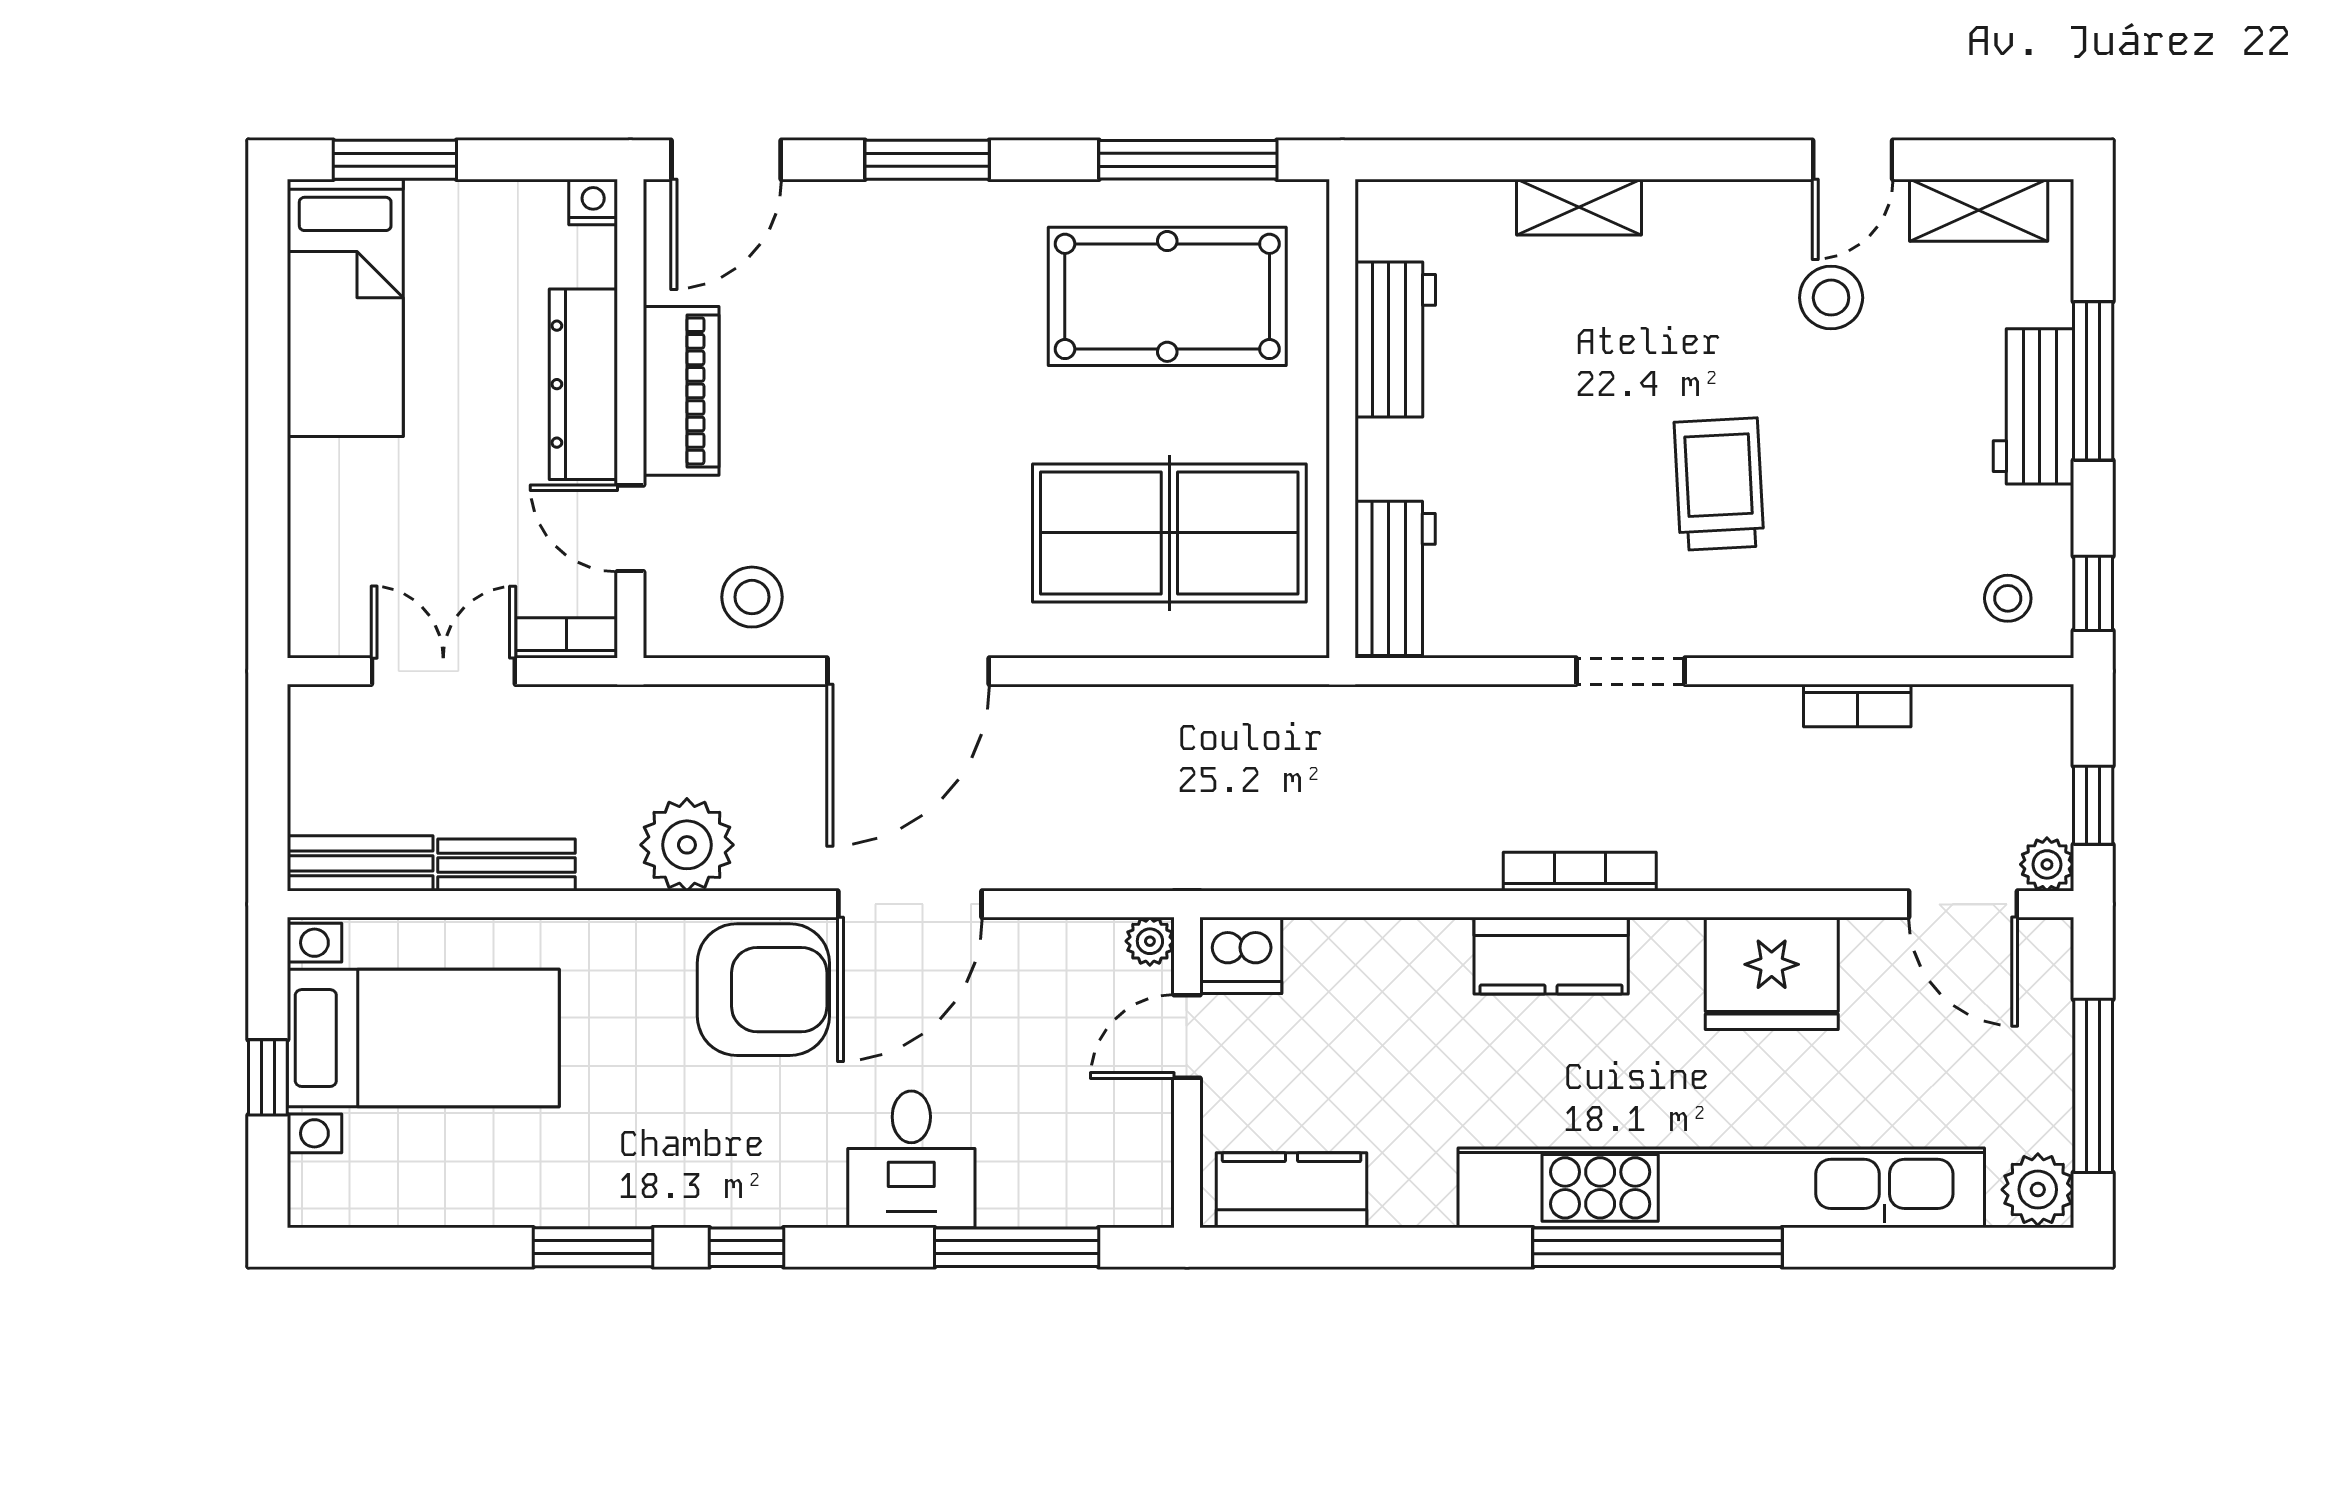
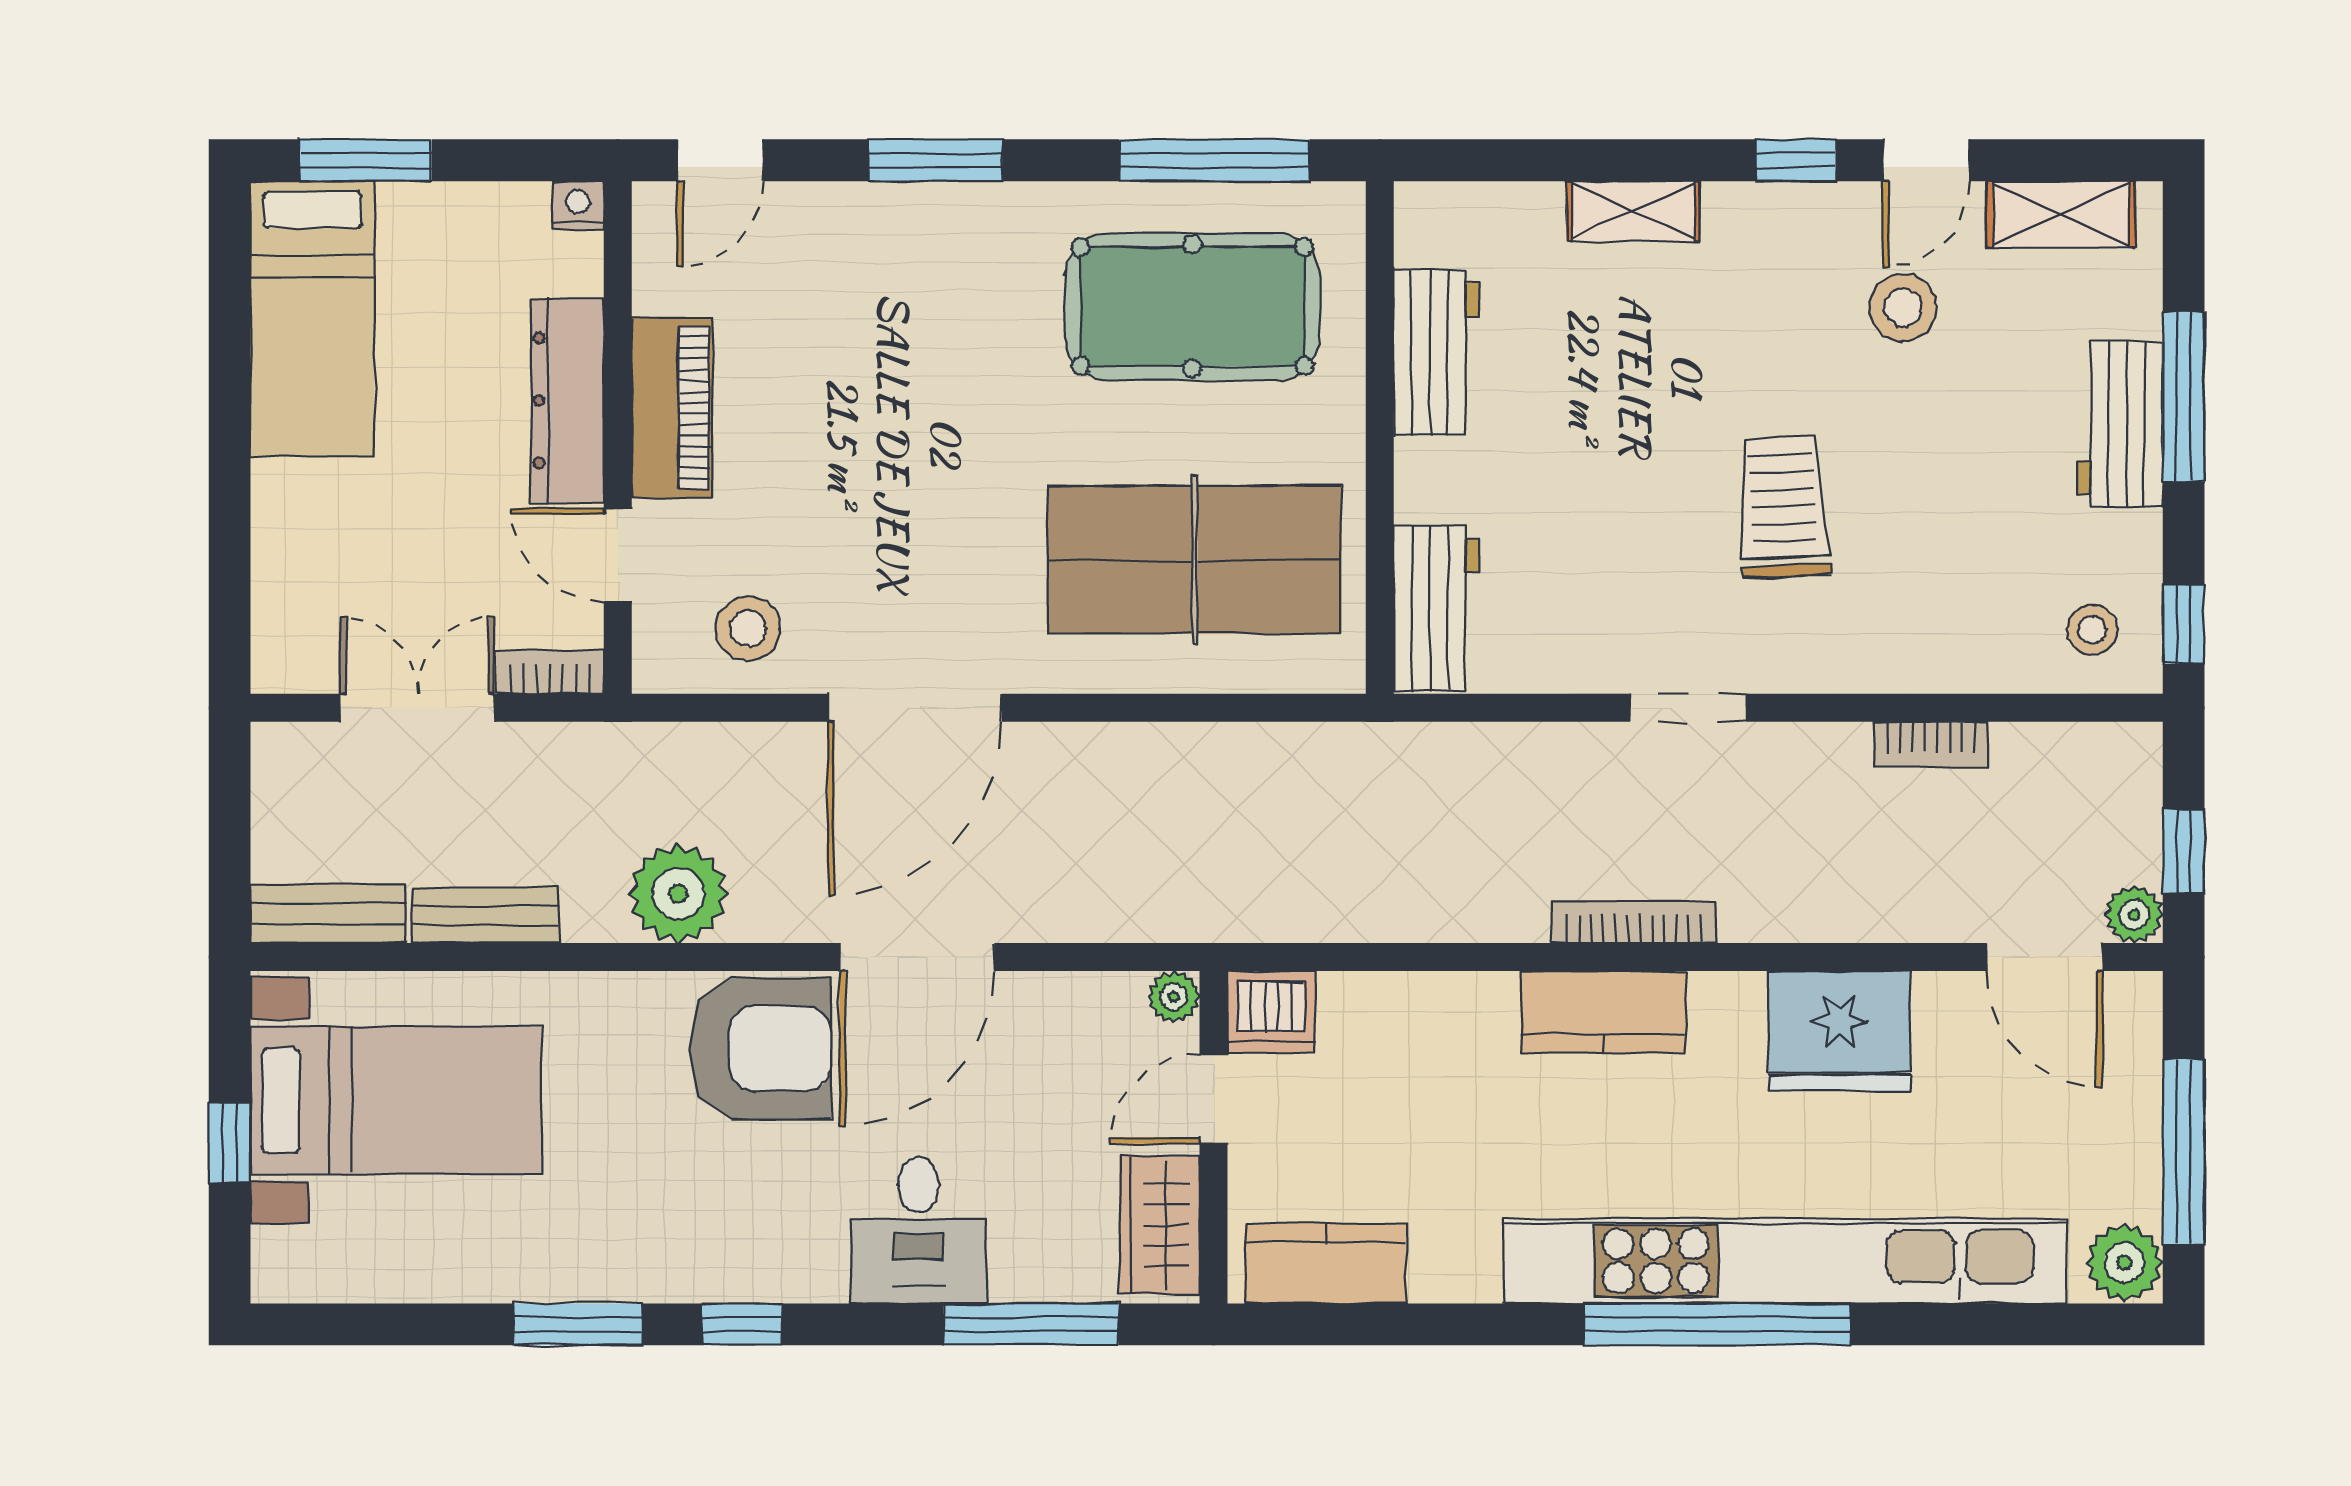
door: (726, 160) -> (720, 160), width x0.73
window: (1731, 160) -> (1796, 160), added
wardrobe: (1137, 1154) -> (1160, 1225), added

